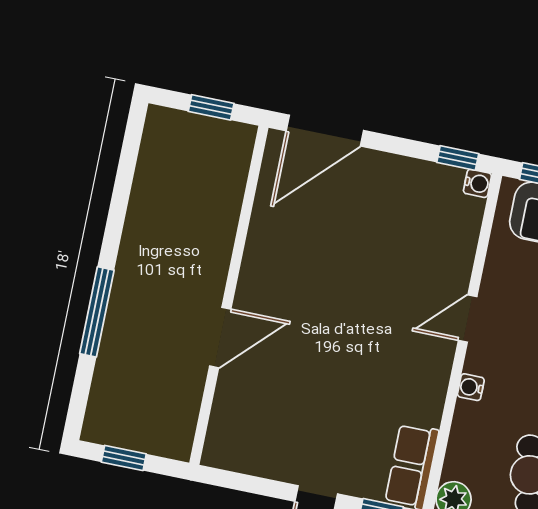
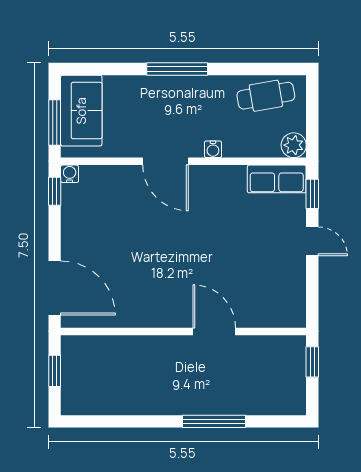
door: (468, 319) -> (165, 161), width x1.38
window: (124, 458) -> (312, 362), moved

